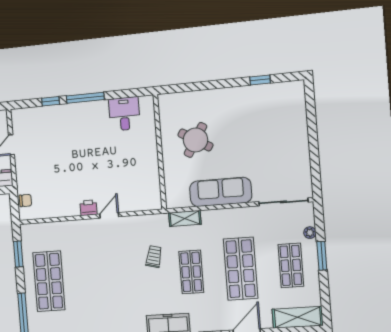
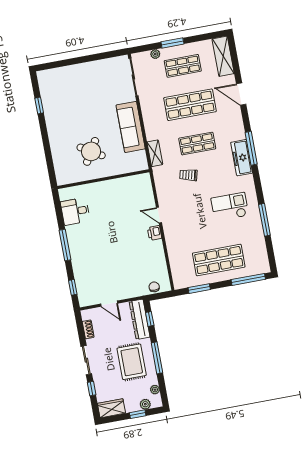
window: (51, 101) -> (73, 287), moved
checkout: (110, 302) -> (230, 207), added

